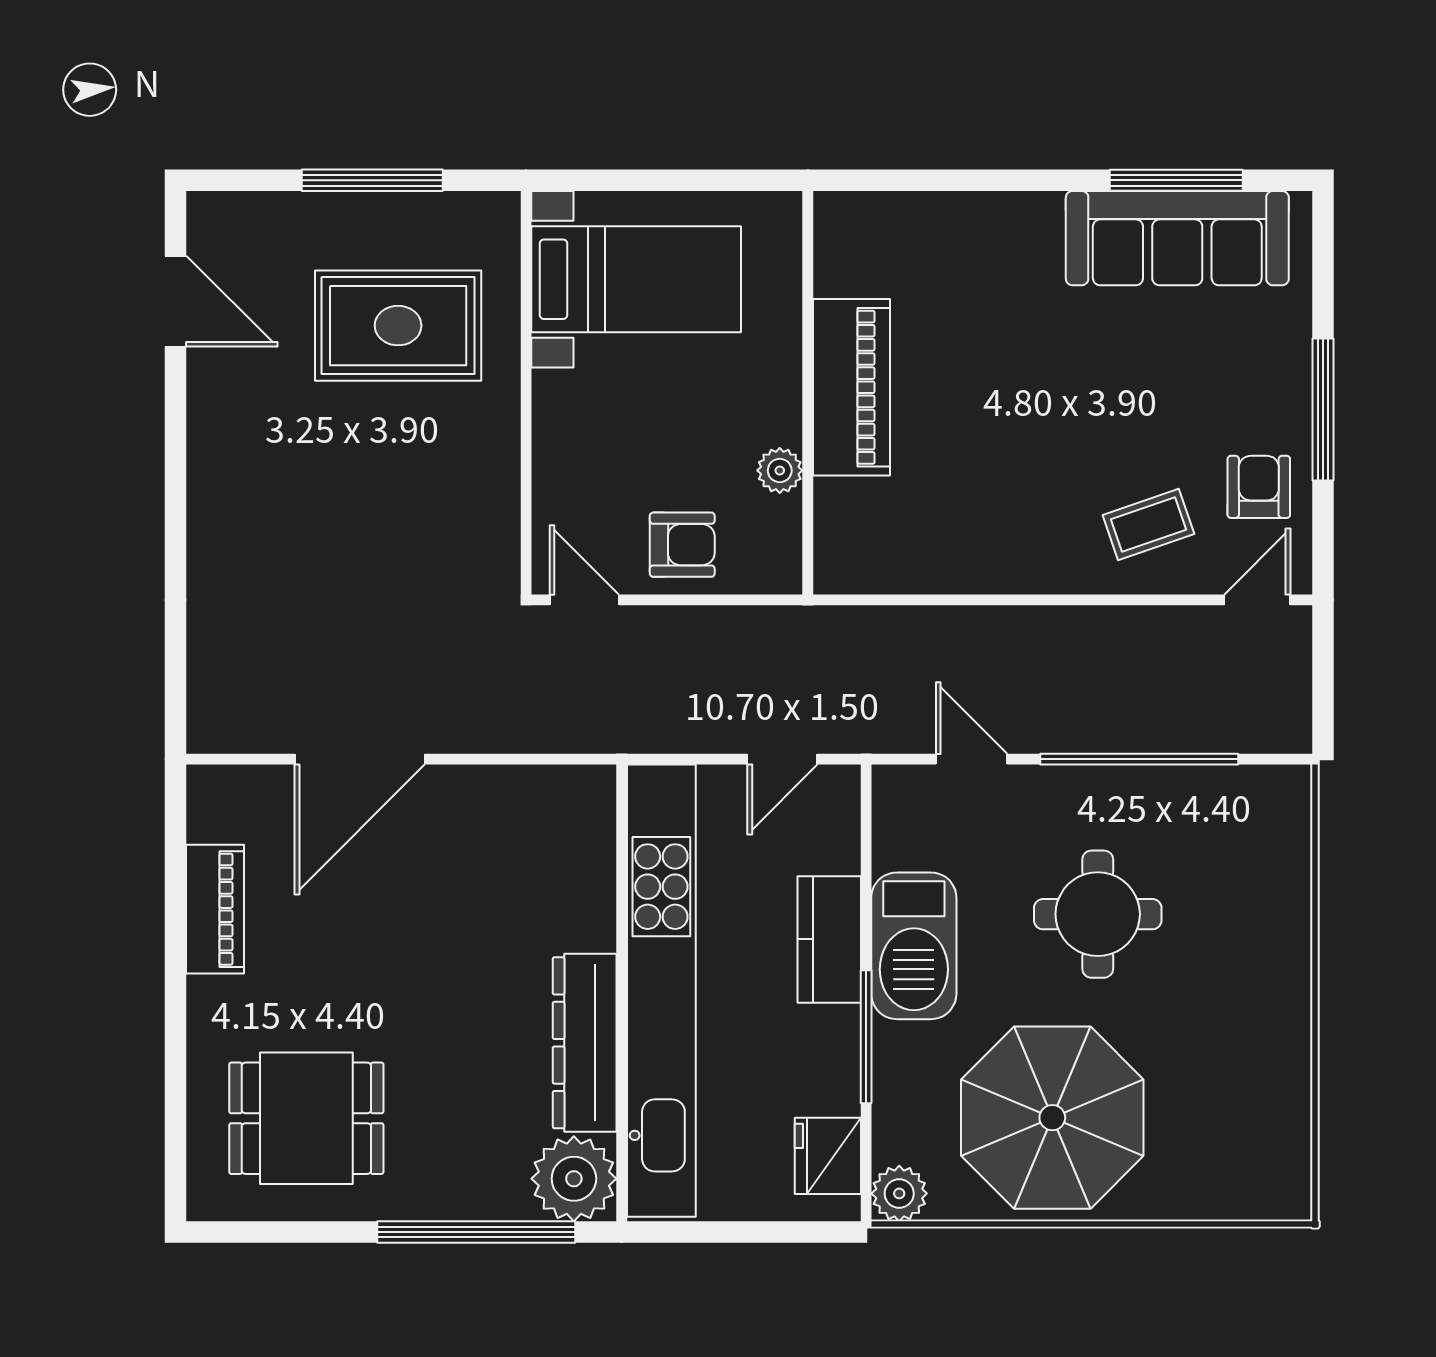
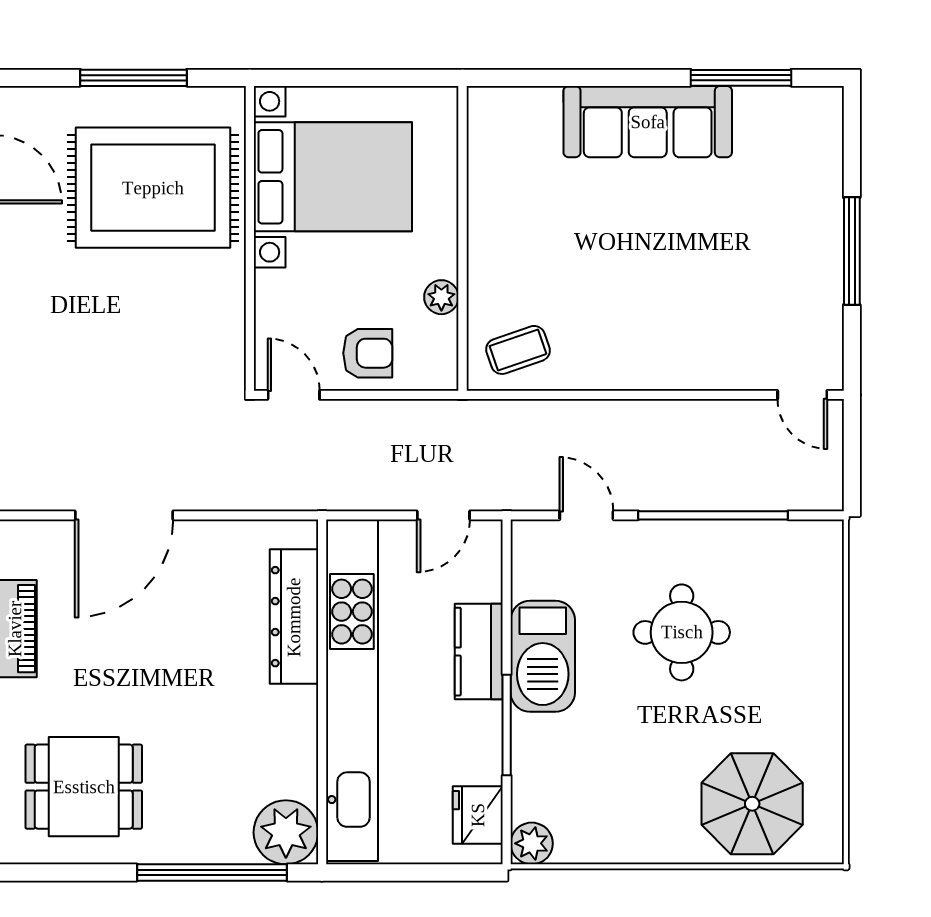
sofa: (1177, 238) -> (648, 122), moved
bed with nightstands: (636, 279) -> (333, 177), width x1.36
rug: (398, 326) -> (153, 188), width x1.37, depth x1.44
piano: (851, 387) -> (496, 234), removed
armchair: (1259, 487) -> (803, 310), removed
coffee table: (1148, 524) -> (518, 350), moved
door: (1257, 600) -> (802, 395), swing flipped
dresser: (585, 1043) -> (294, 617), moved
parasol: (1052, 1118) -> (752, 804), moved, width x0.73, depth x0.73

